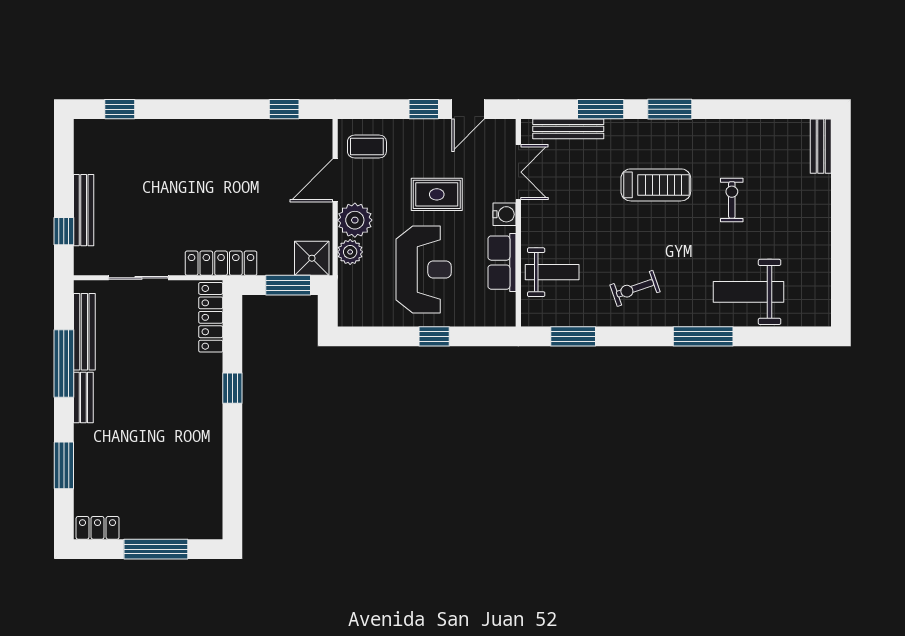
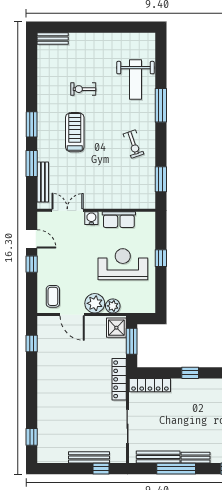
rug: (437, 194) -> (80, 257), removed
weight bench: (552, 272) -> (124, 191), removed

